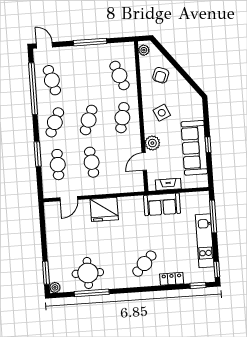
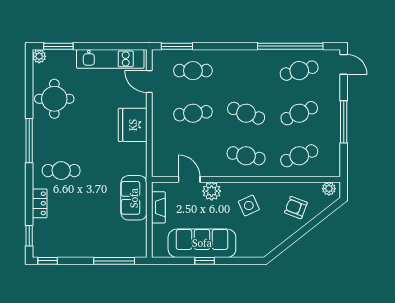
door: (44, 45) -> (344, 64), hinge flipped
cafe table: (55, 122) -> (299, 113), moved, turned -48
window: (38, 154) -> (177, 46), moved
kitchen unit: (205, 241) -> (110, 59), moved, turned 180
cafe table: (144, 264) -> (61, 171), turned -44
window: (92, 293) -> (29, 141), moved

